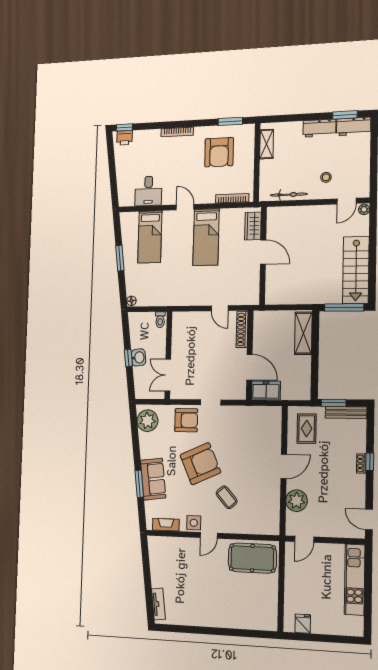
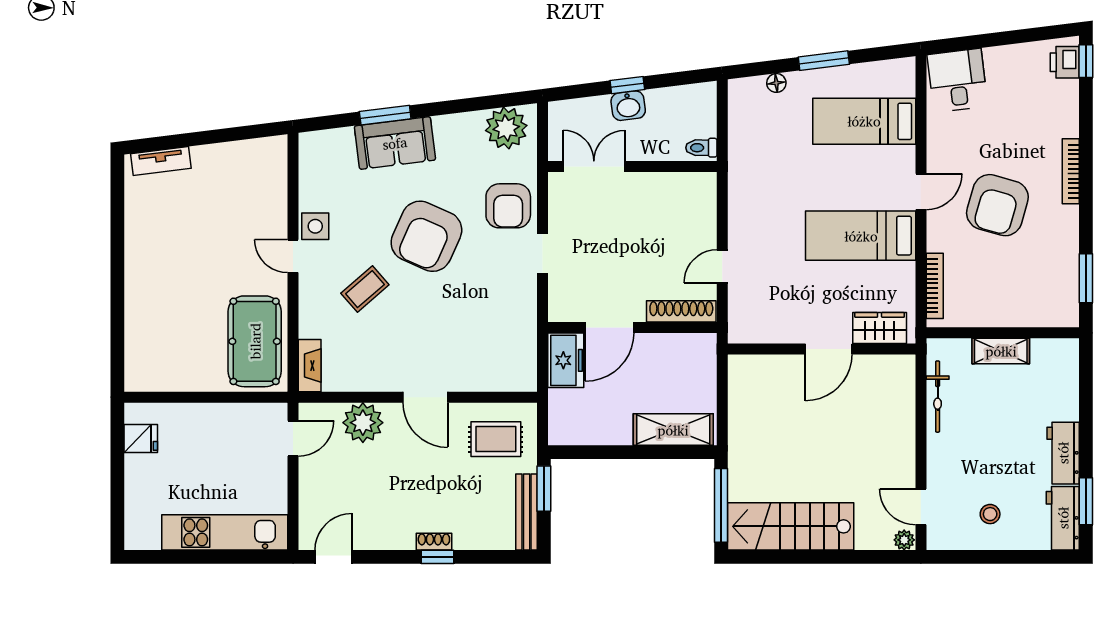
shelving: (266, 144) -> (1001, 351), moved
armchair: (219, 152) -> (997, 205), moved, turned -74
stool: (326, 177) -> (990, 514), moved
desk: (148, 191) -> (957, 80), moved, turned 83
floor lamp: (131, 301) -> (776, 83), moved
armchair: (200, 464) -> (426, 236), turned 48
fireplace: (166, 525) -> (310, 366), moved
door: (304, 539) -> (293, 438), swing flipped

